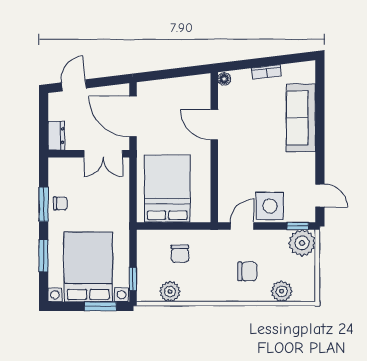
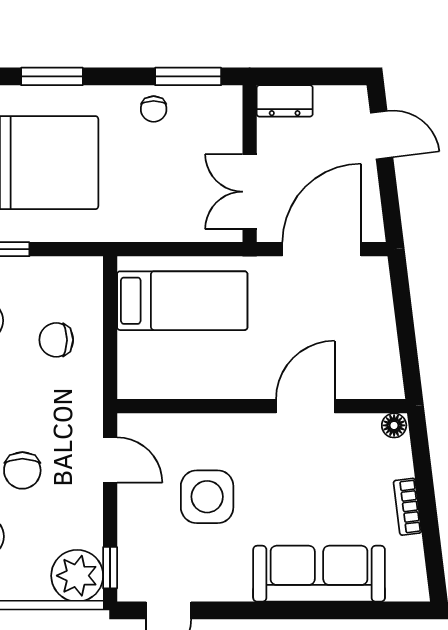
bed: (167, 189) -> (182, 301), width x0.67
window: (44, 204) -> (188, 76), moved
side table: (270, 206) -> (207, 497), moved

